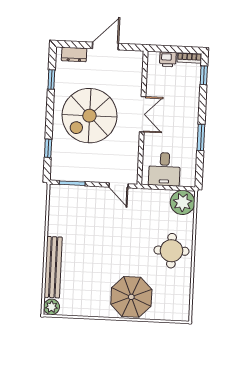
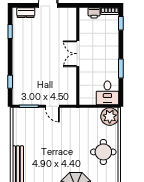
double door: (143, 114) -> (78, 54), swing flipped
spiral stairs: (89, 116) -> (39, 57), removed
desk: (164, 169) -> (107, 93), moved
door: (118, 185) -> (52, 106), moved

